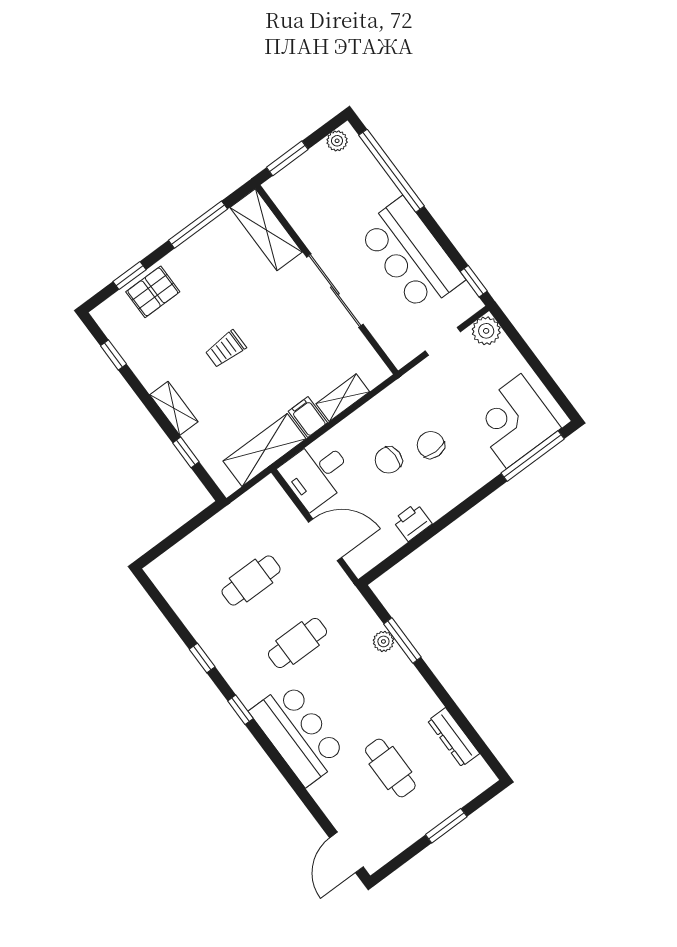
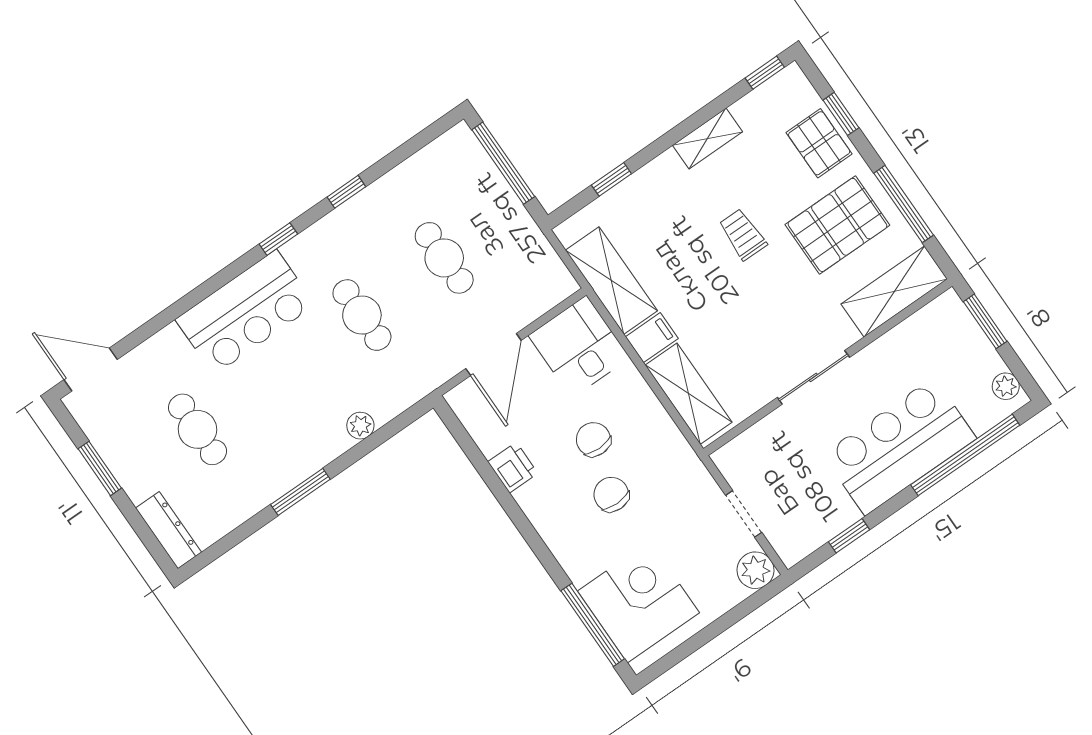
bar counter: (411, 255) -> (899, 446), moved
pallet: (216, 276) -> (837, 225), added
window: (474, 281) -> (849, 536), moved
sliding door: (335, 291) -> (813, 377), width x0.73
window: (113, 355) -> (765, 73), moved
shelving: (343, 398) -> (689, 394), width x1.50, depth x1.33
shelving: (174, 408) -> (707, 139), moved
chair: (431, 445) -> (611, 494), turned -90
window: (176, 537) -> (503, 163), added
window: (402, 641) -> (300, 492), moved
dresser: (454, 737) -> (169, 530), moved, turned 90
cafe table: (390, 768) -> (197, 429), turned 90
window: (446, 826) -> (100, 468), moved

